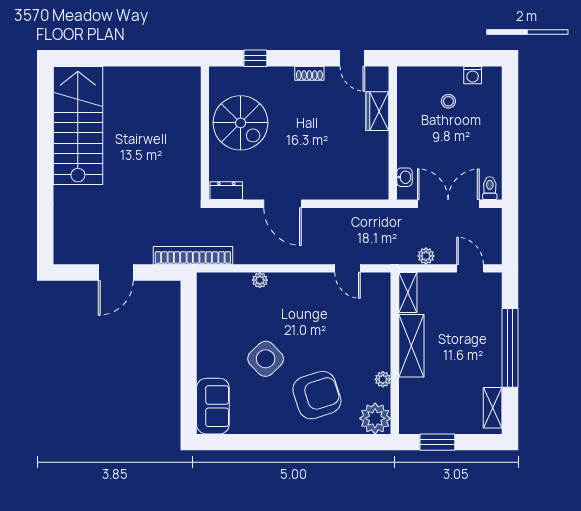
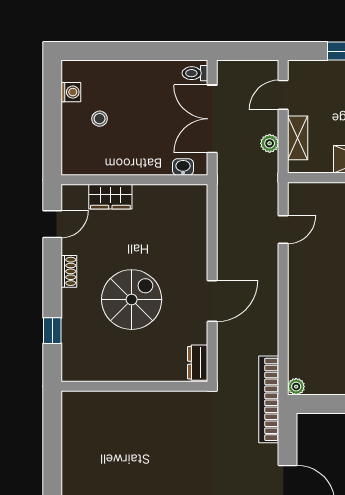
spiral stairs: (241, 123) -> (132, 300), moved
plant: (260, 280) -> (296, 387), moved
shelving: (408, 293) -> (298, 138), moved, turned 90

